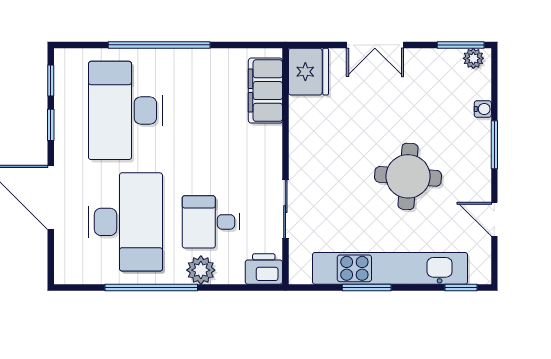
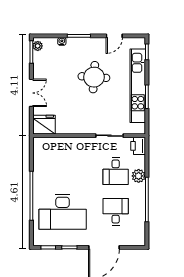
filing cabinet: (265, 91) -> (53, 145), removed
desk: (125, 222) -> (116, 212), width x0.53, depth x0.77

